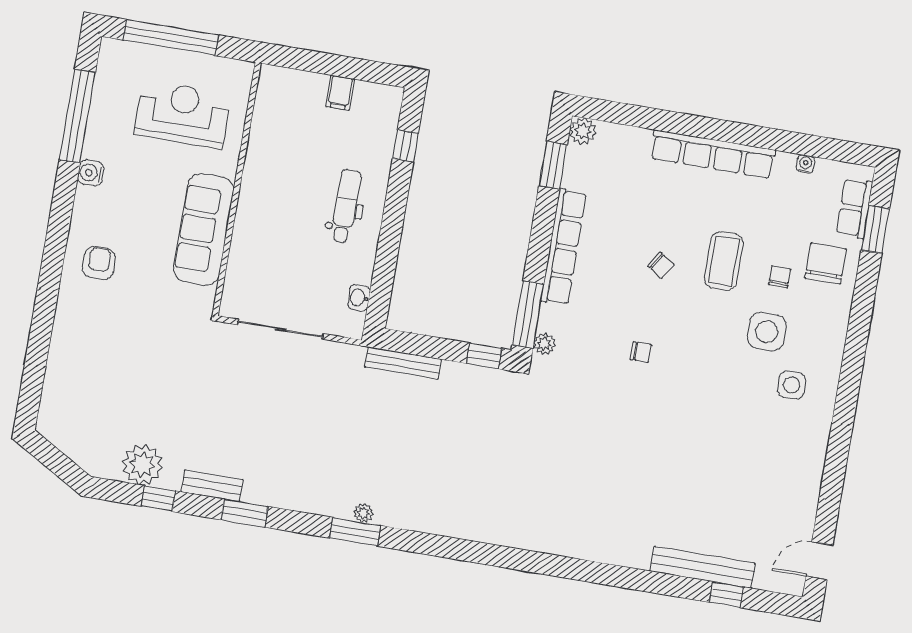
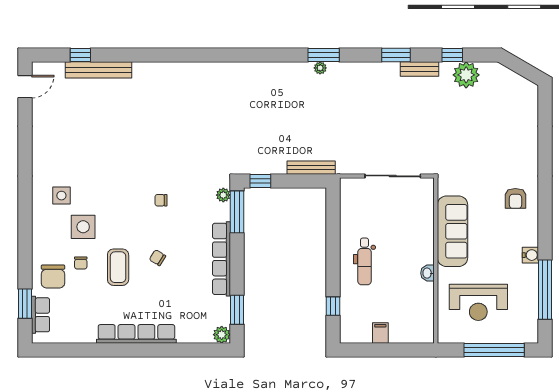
water cooler: (805, 164) -> (76, 338), removed
washbasin: (359, 298) -> (427, 273), moved, turned 180

